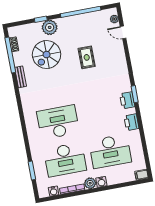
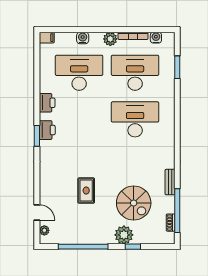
spiral stairs: (47, 55) -> (134, 203), turned 90
desk: (58, 122) -> (135, 119), turned 180
water cooler: (101, 182) -> (83, 38), moved

